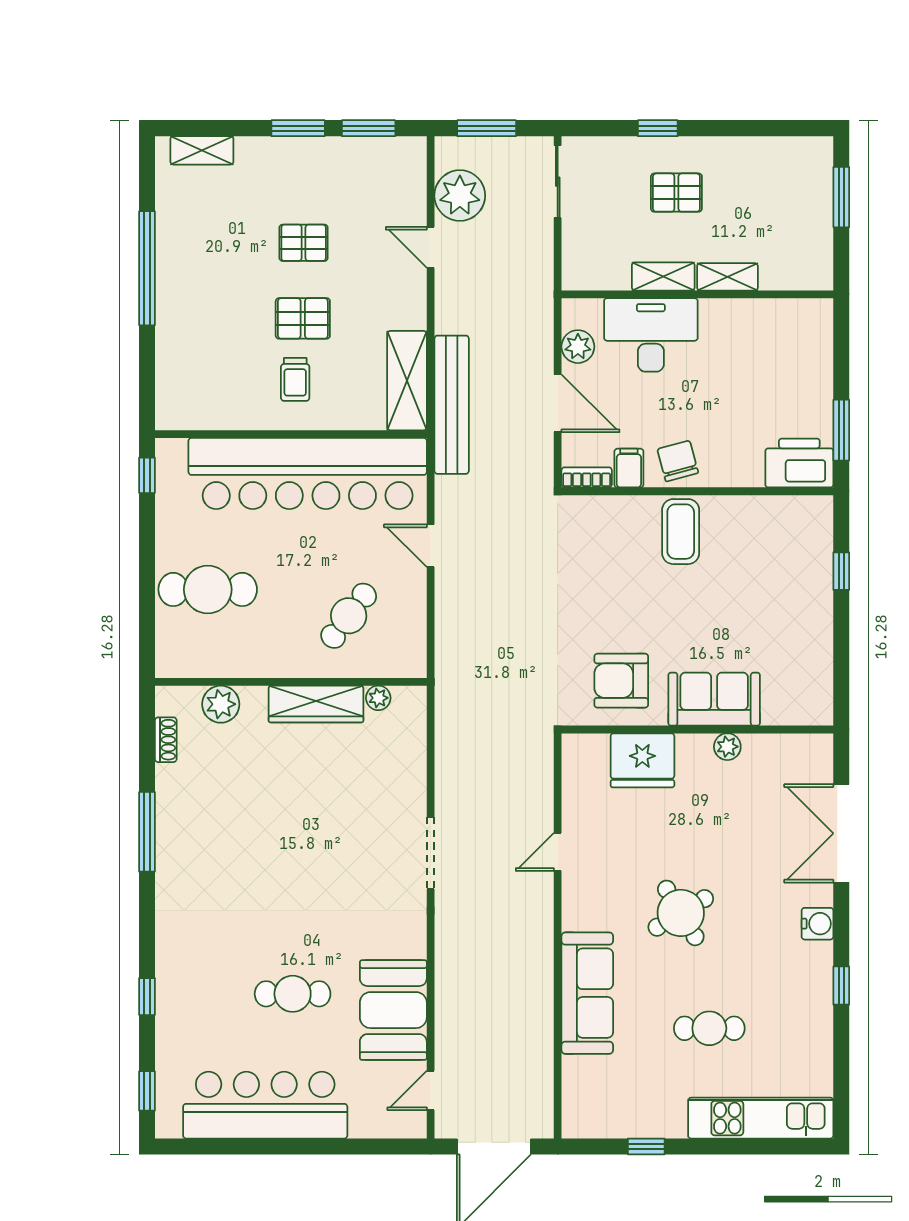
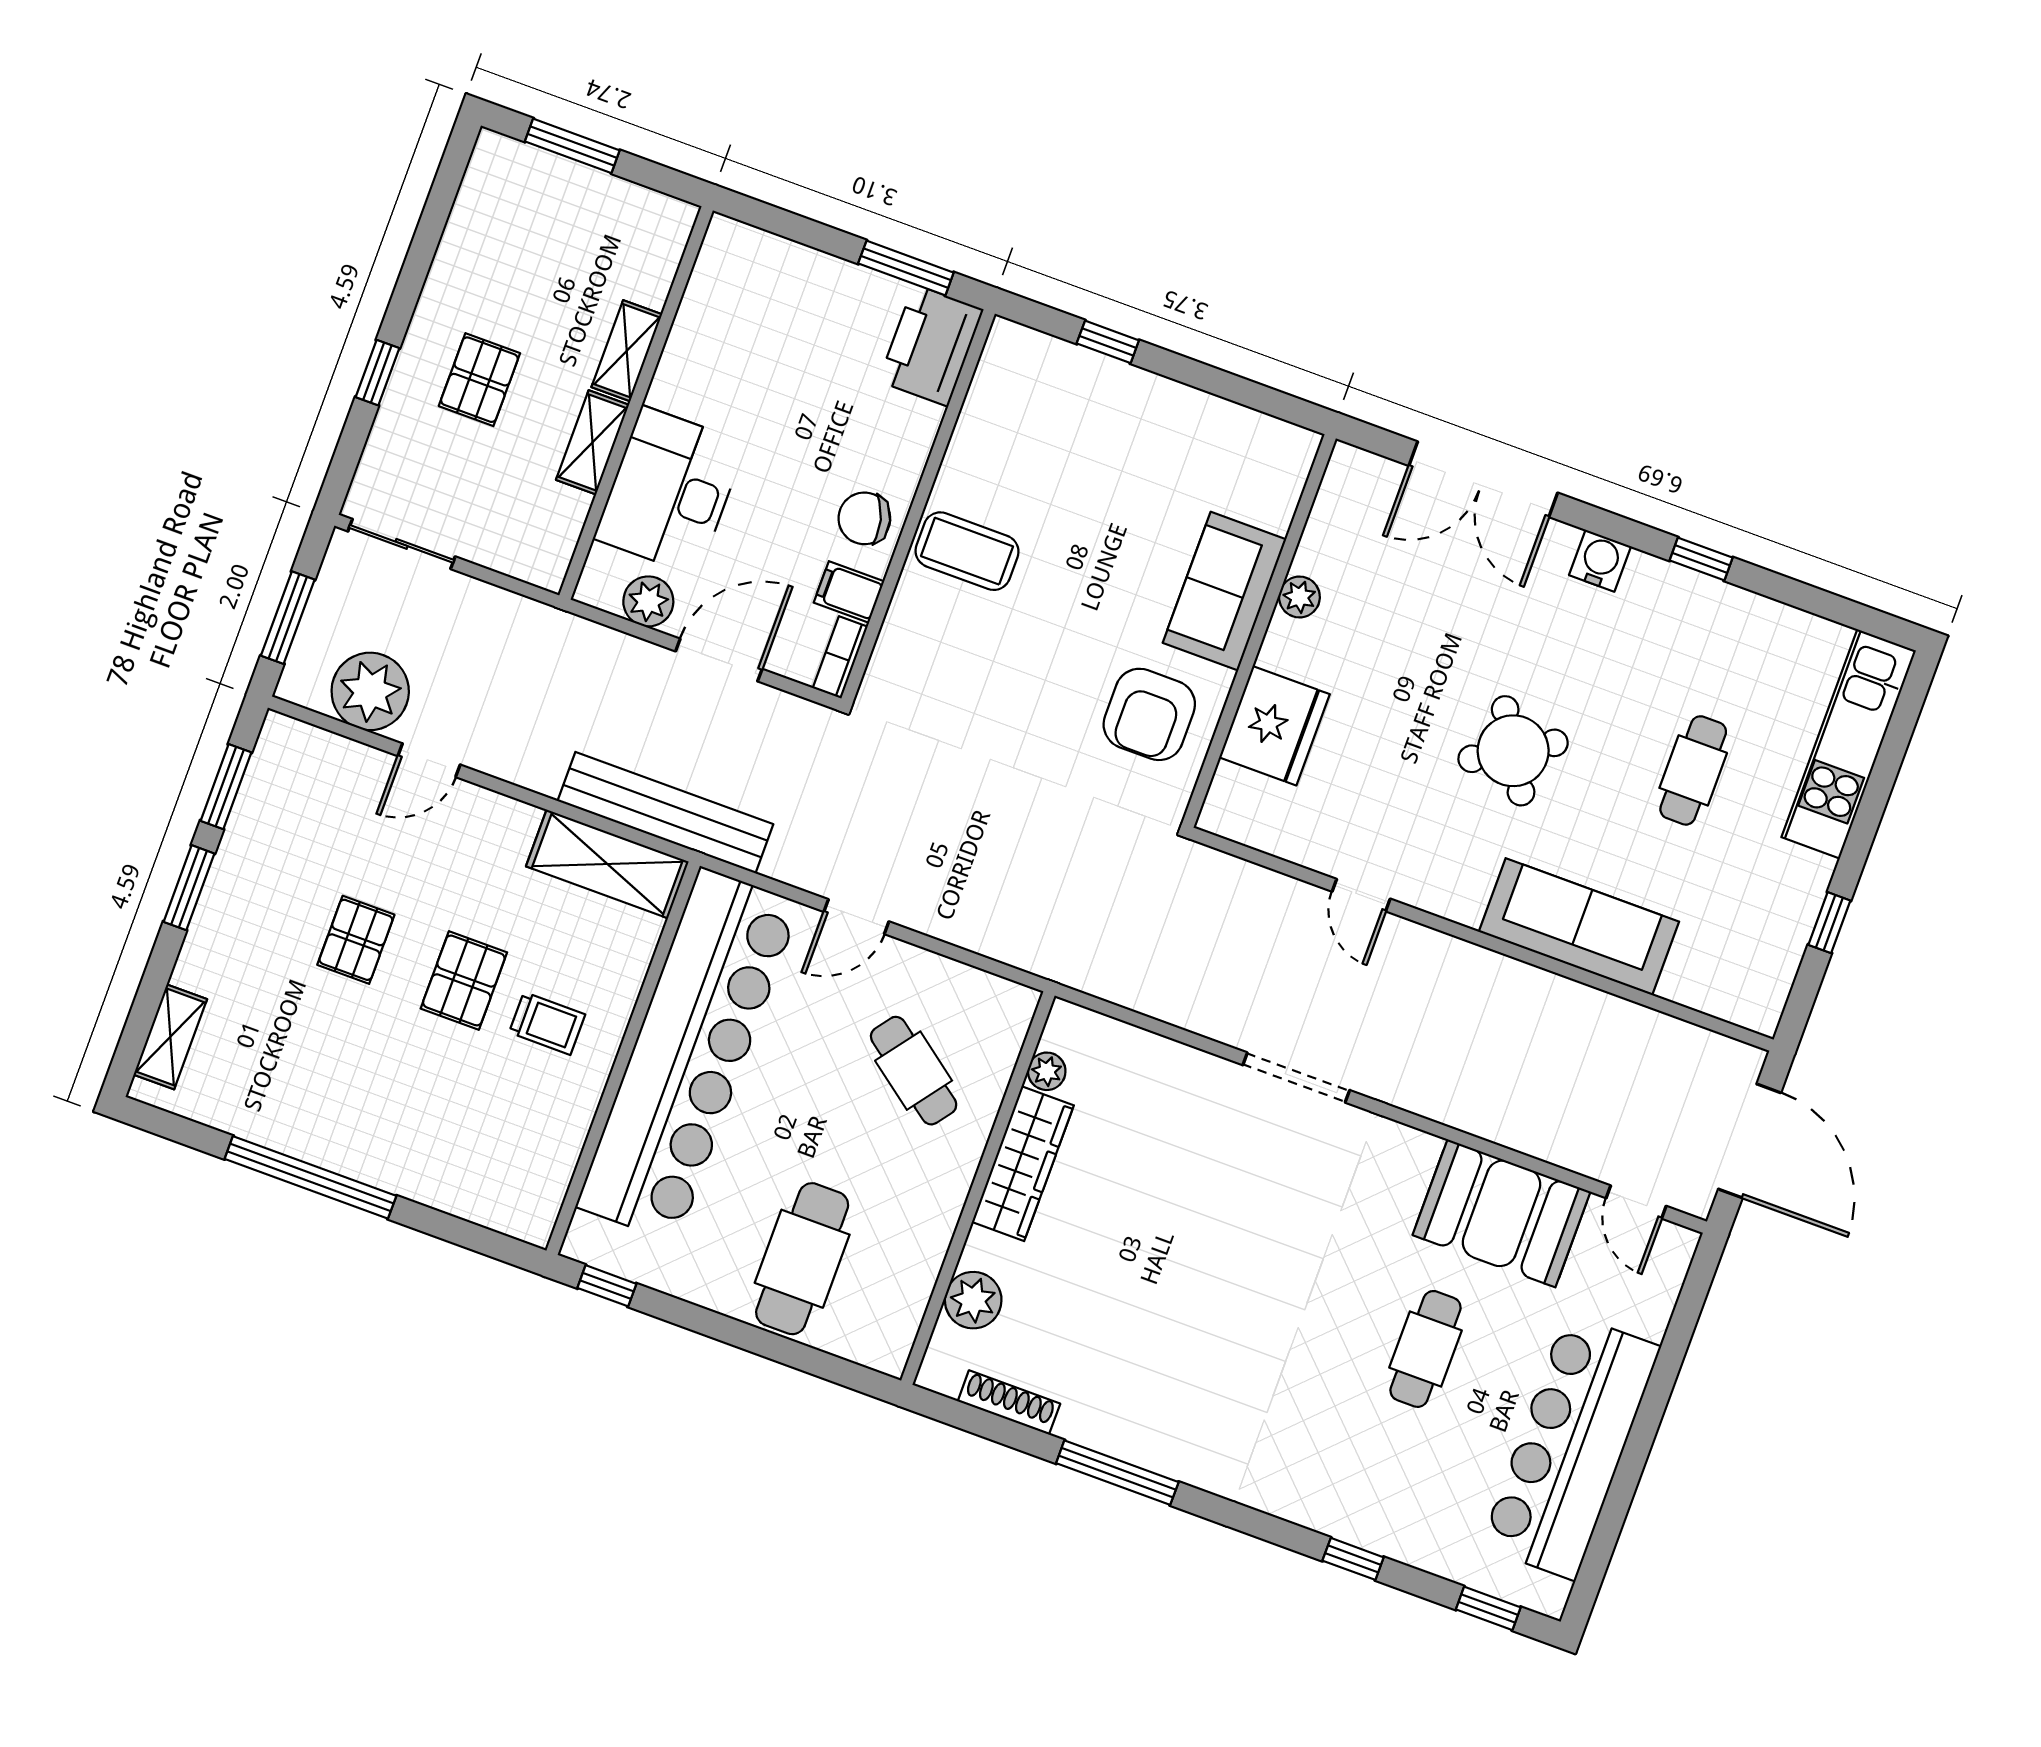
shoe rack: (166, 740) -> (1009, 1402), width x1.43

